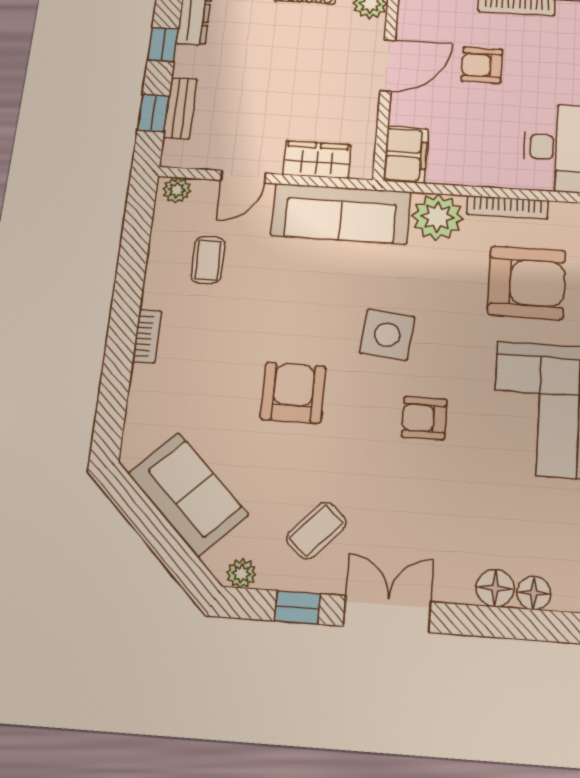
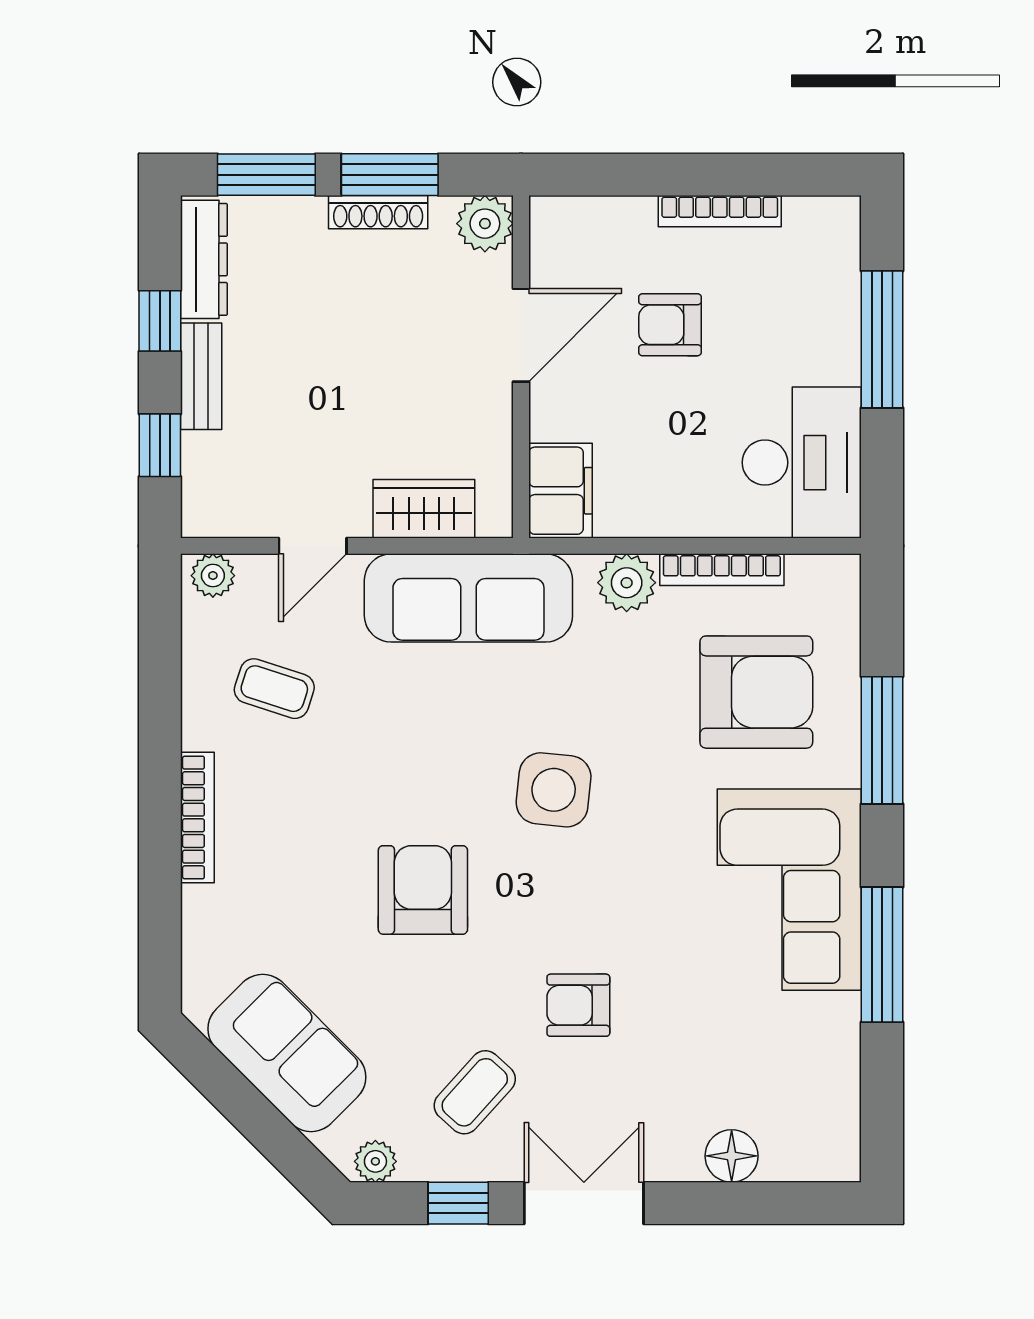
bench: (180, 108) -> (201, 376), moved
plant: (437, 217) -> (627, 583), width x0.73, depth x0.73
coffee table: (208, 260) -> (274, 689), turned -72
bookcase: (147, 336) -> (197, 817), width x1.56
armchair: (424, 418) -> (578, 1005), moved
floor lamp: (534, 593) -> (785, 1159), removed

